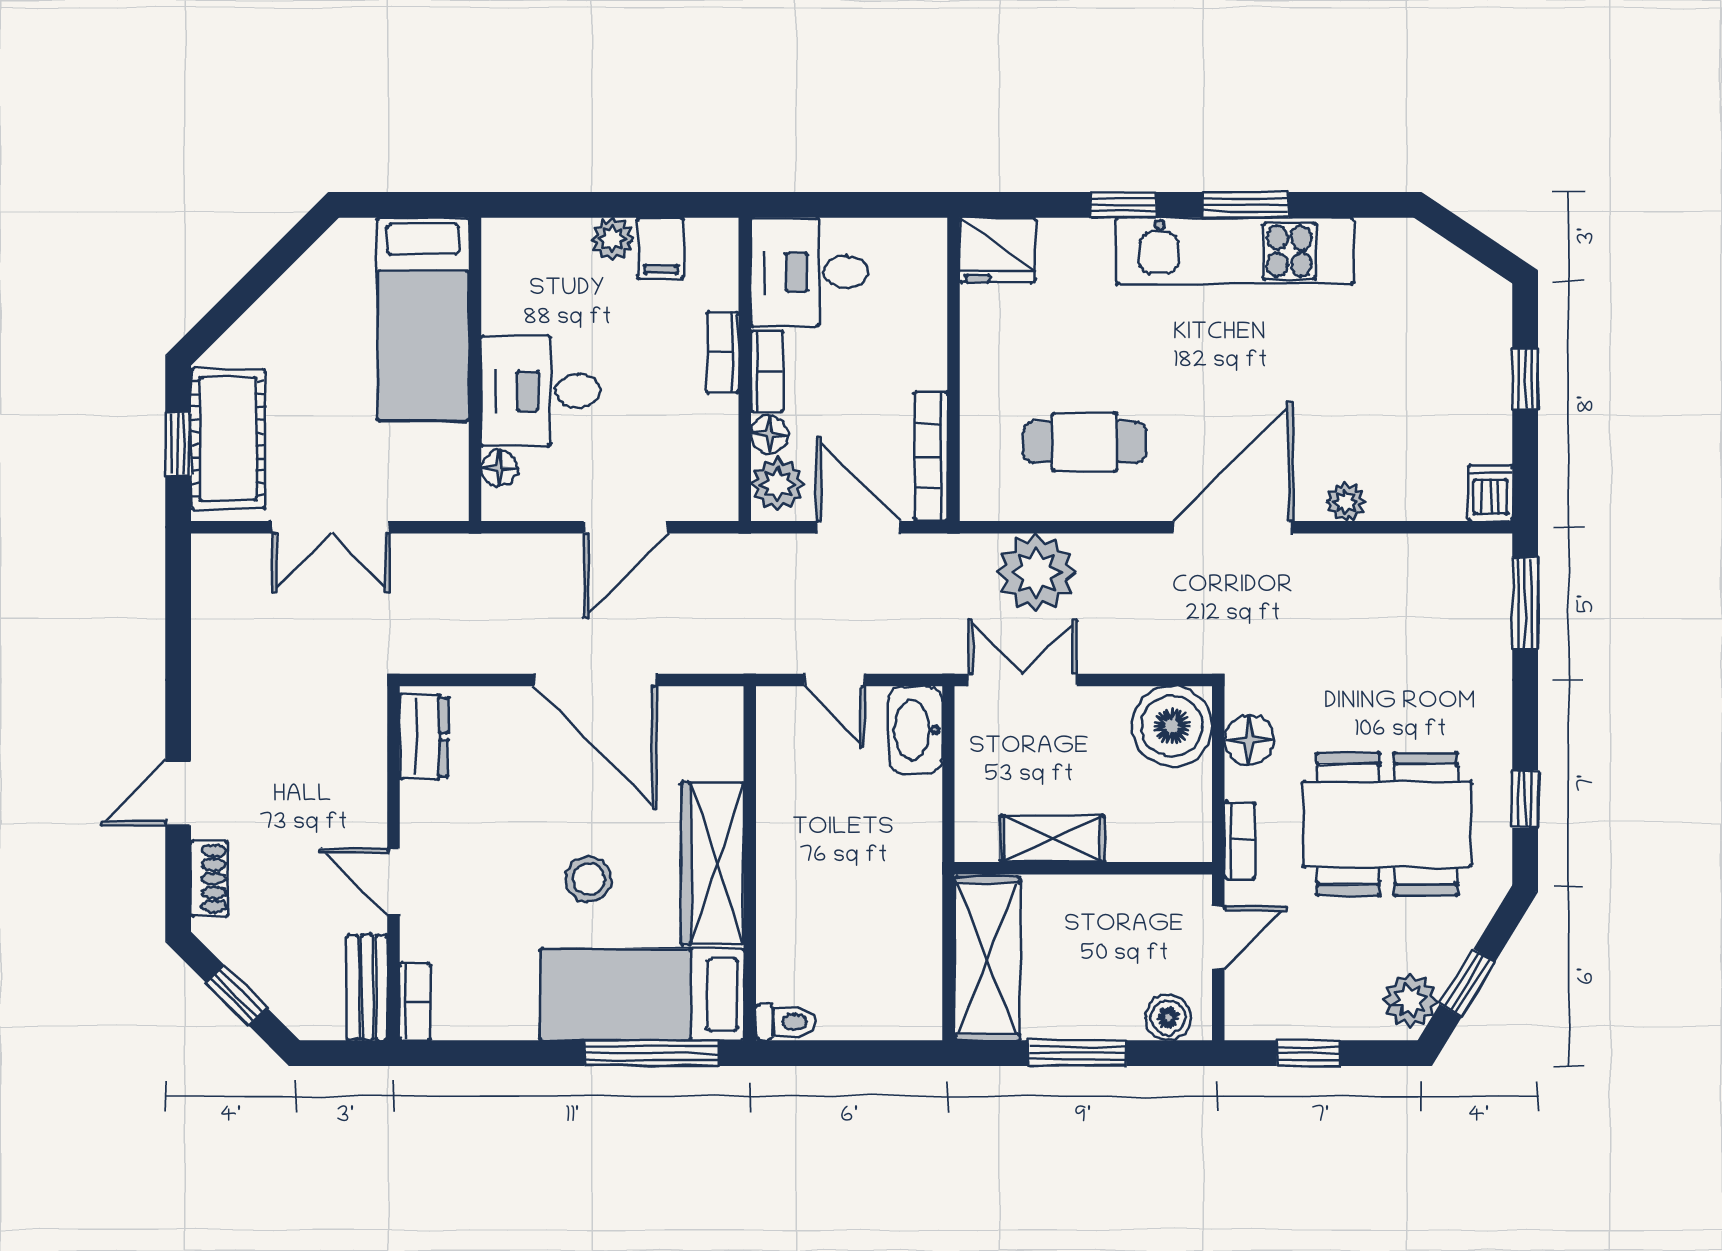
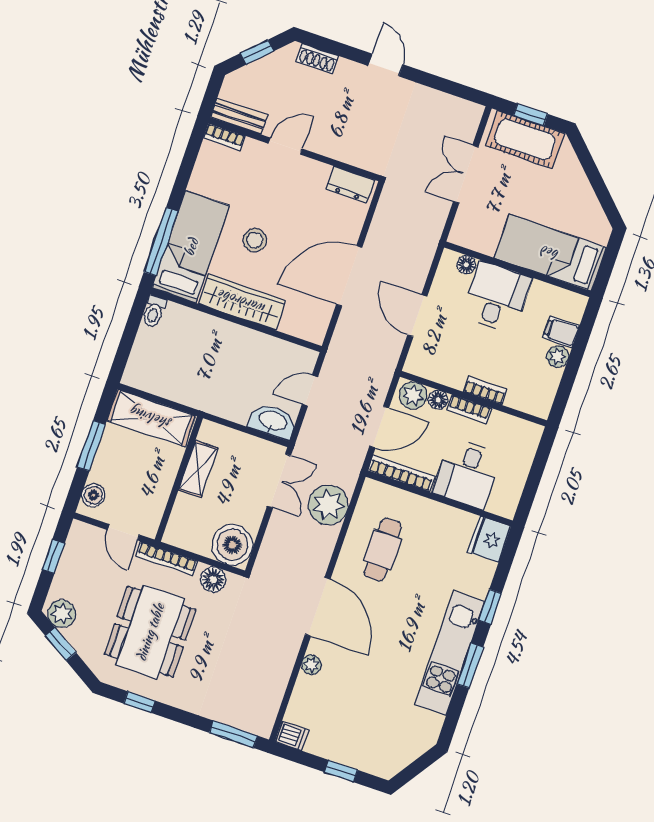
filing cabinet: (661, 248) -> (561, 332), moved
desk: (809, 272) -> (467, 474), moved, turned 180
door: (178, 793) -> (385, 65), moved
bookcase: (1240, 840) -> (167, 558), width x1.56

